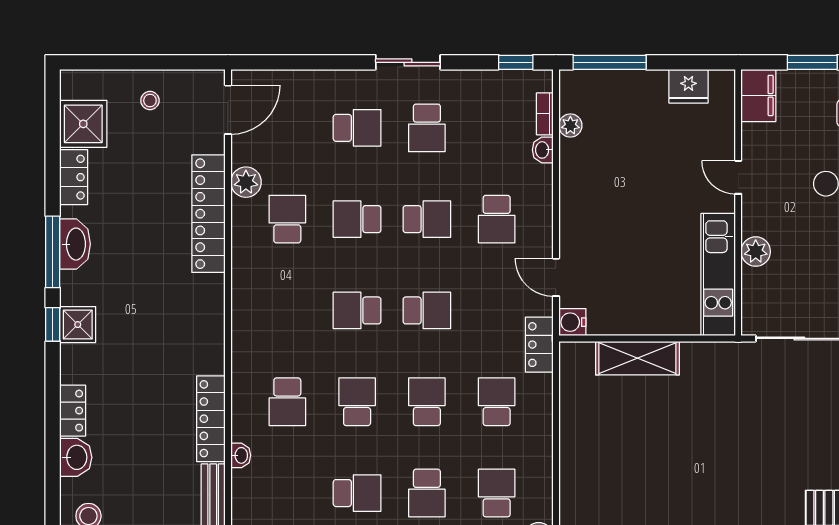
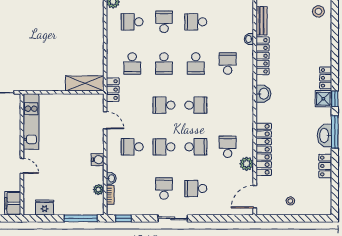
shower: (83, 124) -> (321, 190), removed
school desk: (287, 219) -> (228, 147), turned 180
school desk: (497, 219) -> (132, 147), turned -90
plant: (756, 252) -> (14, 132), removed
water cooler: (572, 322) -> (98, 160), moved
shelving: (637, 358) -> (85, 83), moved
locker: (73, 411) -> (326, 78), moved
washbasin: (76, 457) -> (263, 94), moved, turned 180
school desk: (497, 493) -> (132, 22), turned 90

